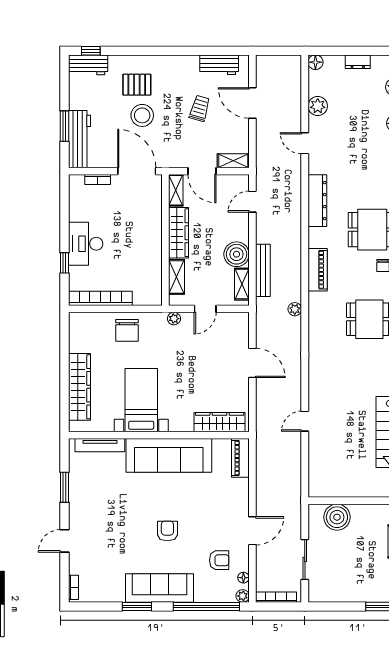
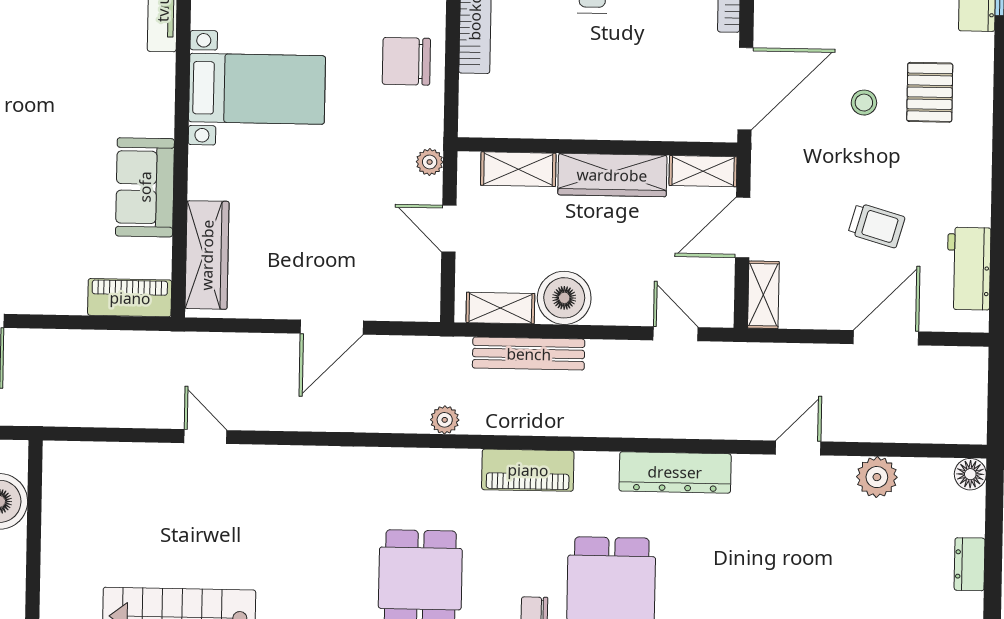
stool: (142, 115) -> (864, 103), width x0.53, depth x0.53
sofa: (169, 455) -> (145, 187), width x0.54, depth x0.79

